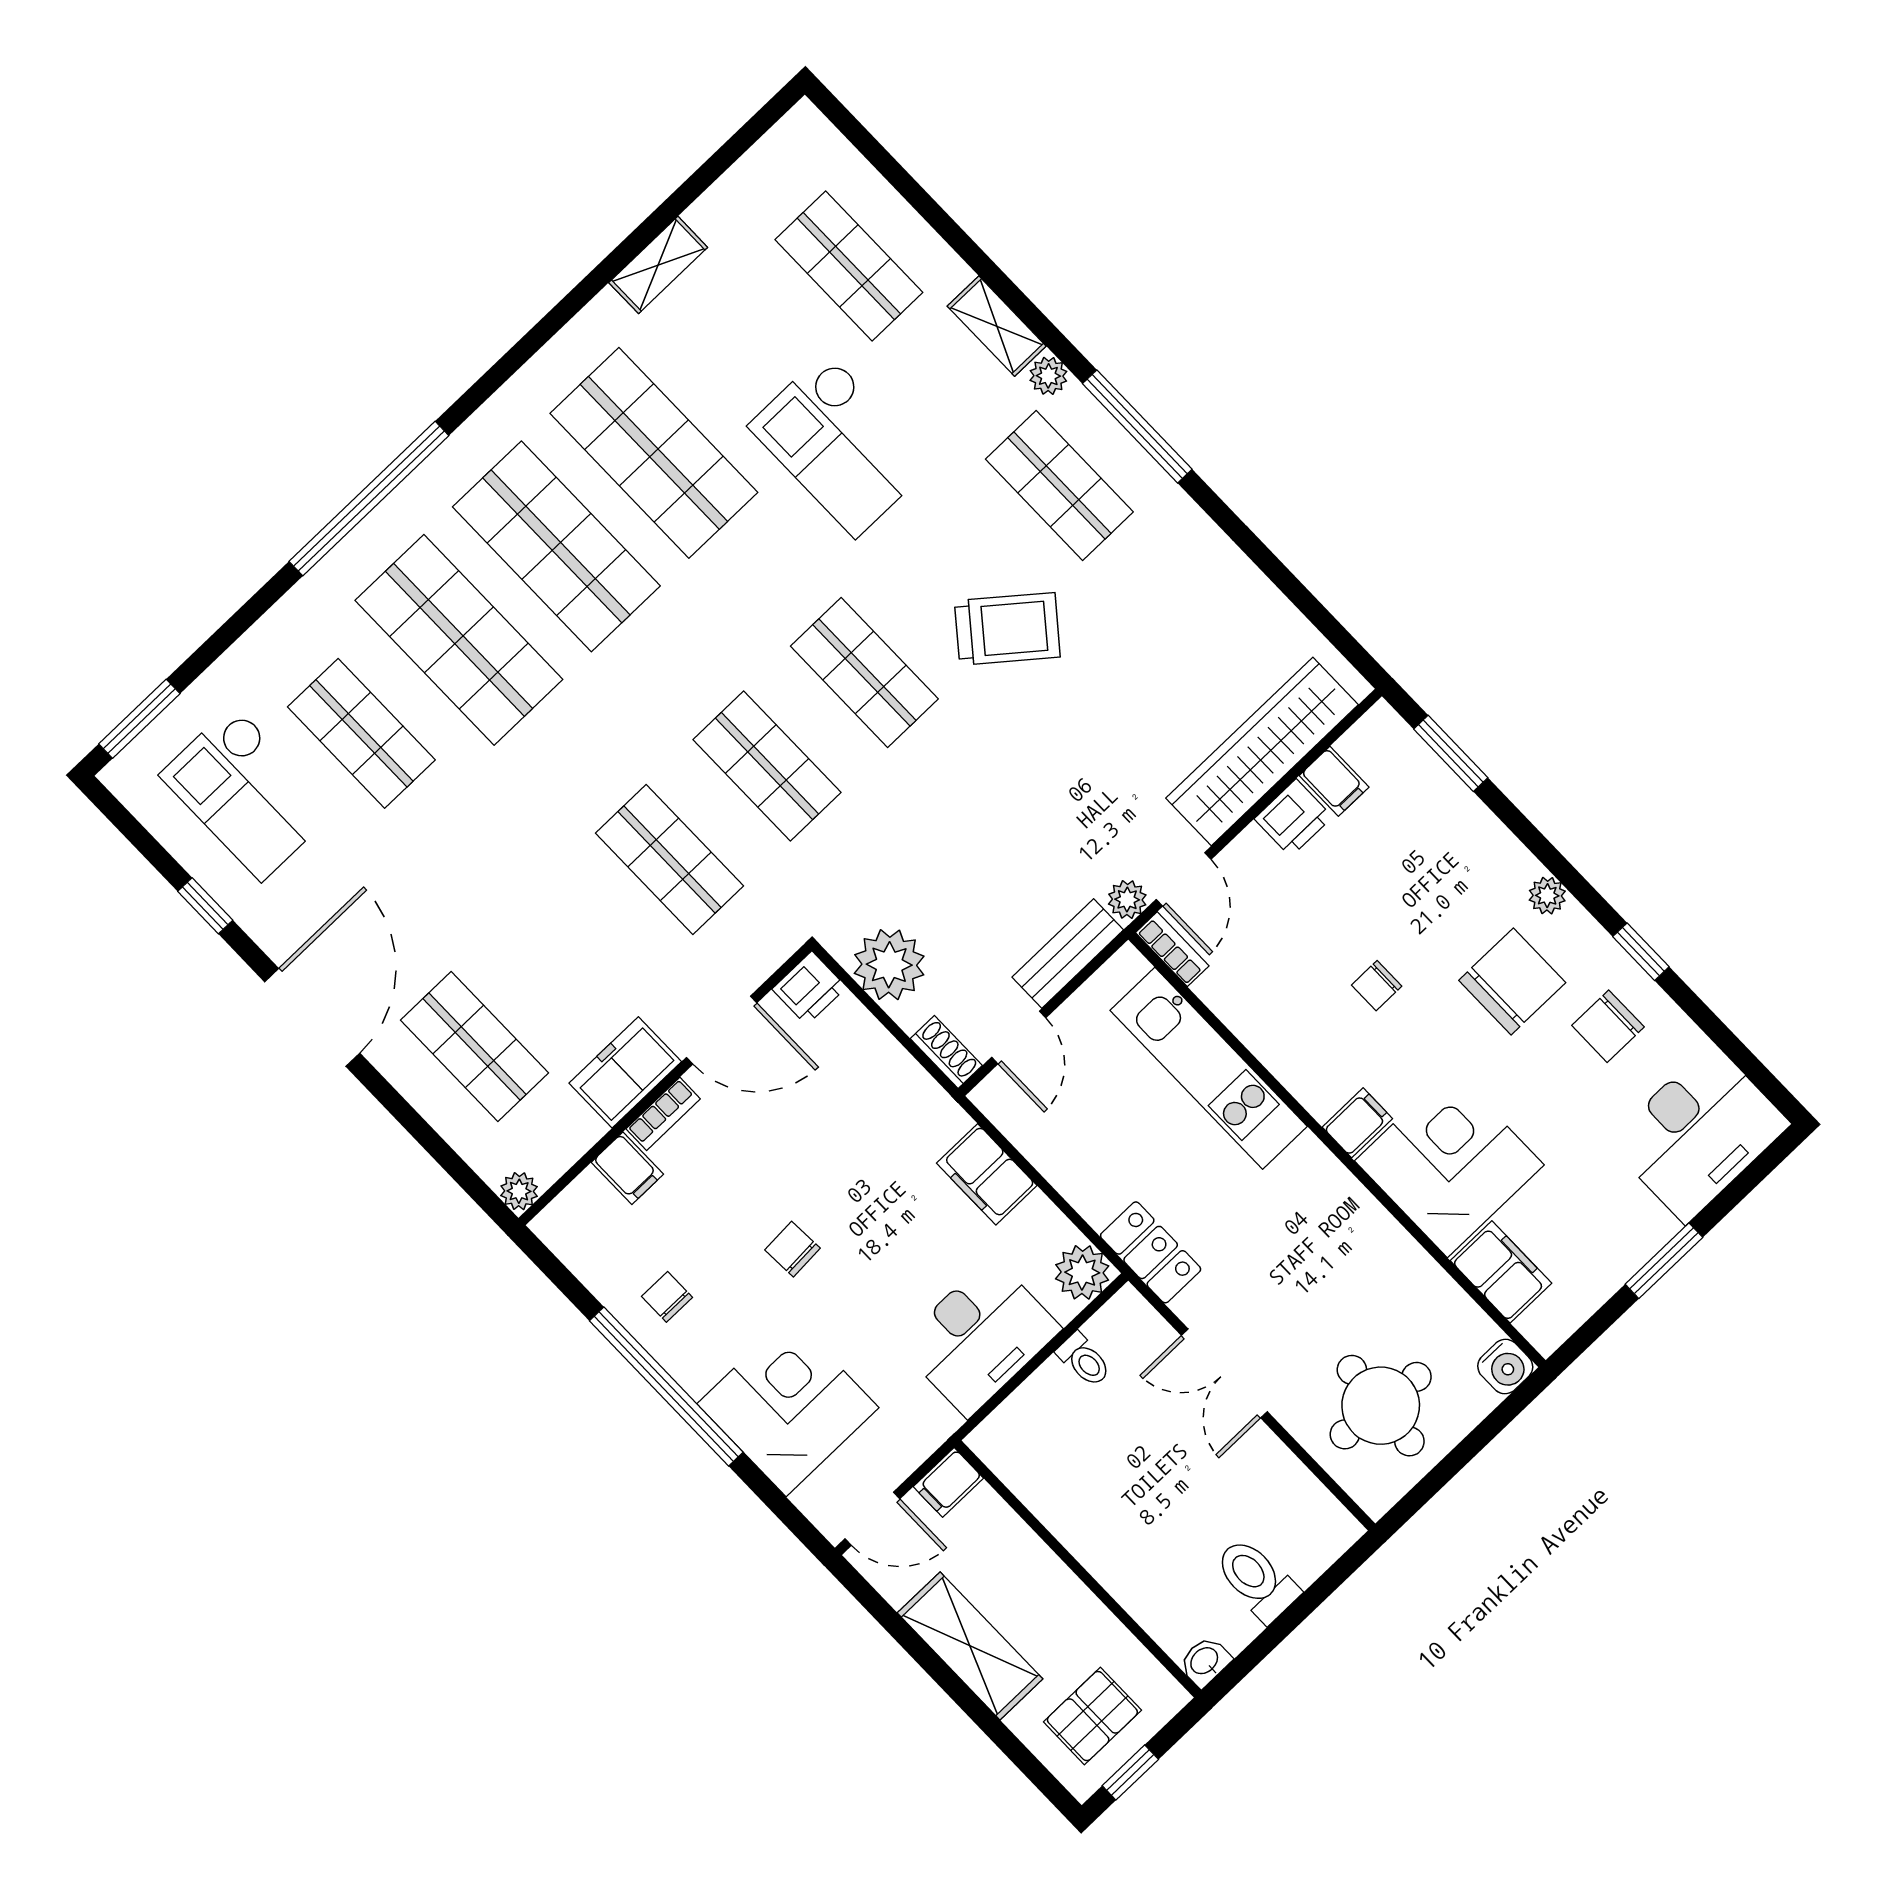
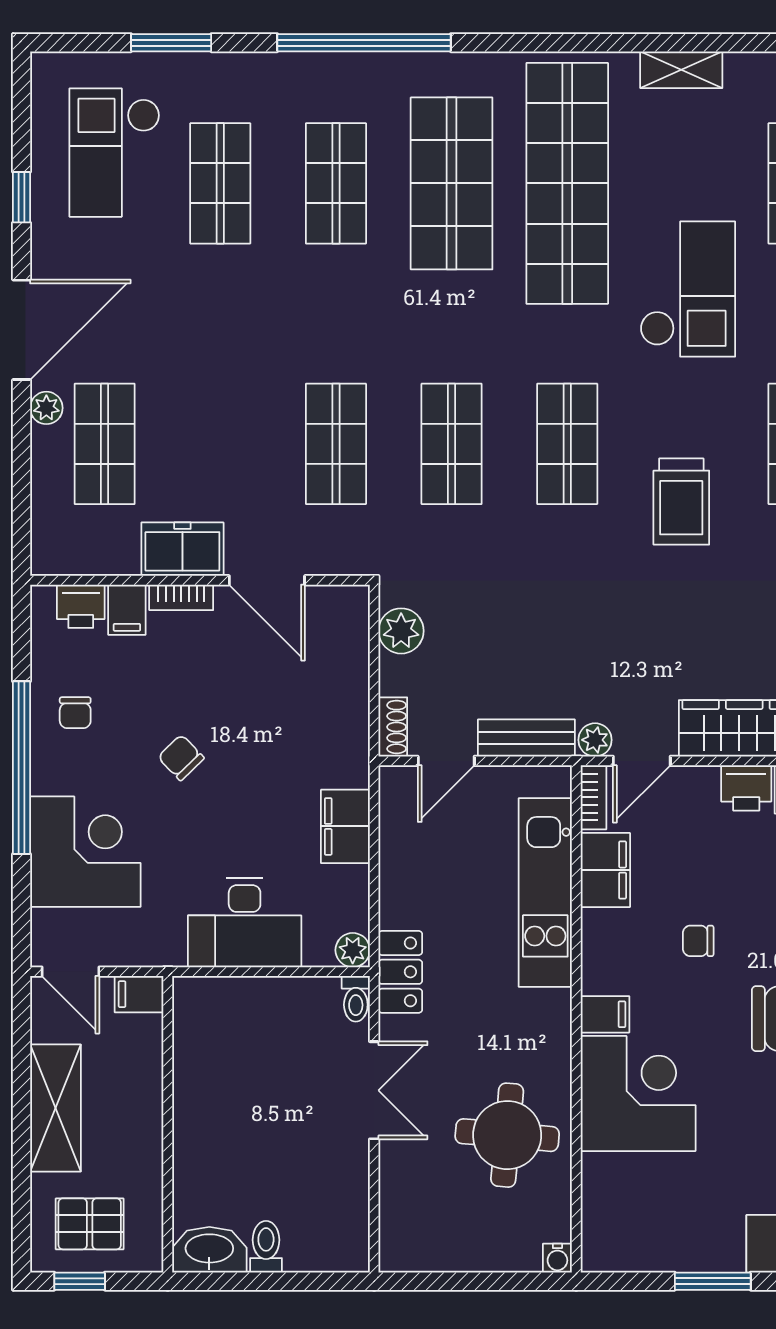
checkout: (841, 445) -> (688, 289), turned 180
shop shelf: (654, 453) -> (567, 183), width x1.40
trolley: (1007, 629) -> (681, 502), turned 51
shop shelf: (459, 640) -> (336, 183), width x0.70, depth x0.74
window: (139, 719) -> (171, 43), moved
plant: (889, 965) -> (401, 631), width x0.73, depth x0.73
printer: (809, 988) -> (81, 606), moved
plant: (519, 1191) -> (46, 408), moved
chair: (792, 1249) -> (181, 758), turned -41
plant: (1082, 1272) -> (353, 950), width x0.73, depth x0.73
filing cabinet: (1501, 1272) -> (605, 870), moved
chair: (667, 1297) -> (75, 713), turned 180
toilet: (1084, 1360) -> (356, 999), moved
water cooler: (1505, 1367) -> (557, 1258), width x0.72, depth x0.72
double door: (1224, 1373) -> (374, 1090), swing flipped
round table: (1381, 1406) -> (507, 1135), moved
toilet: (1256, 1580) -> (266, 1247), width x0.73, depth x0.72
washbasin: (1205, 1661) -> (209, 1250), width x1.91, depth x1.45

